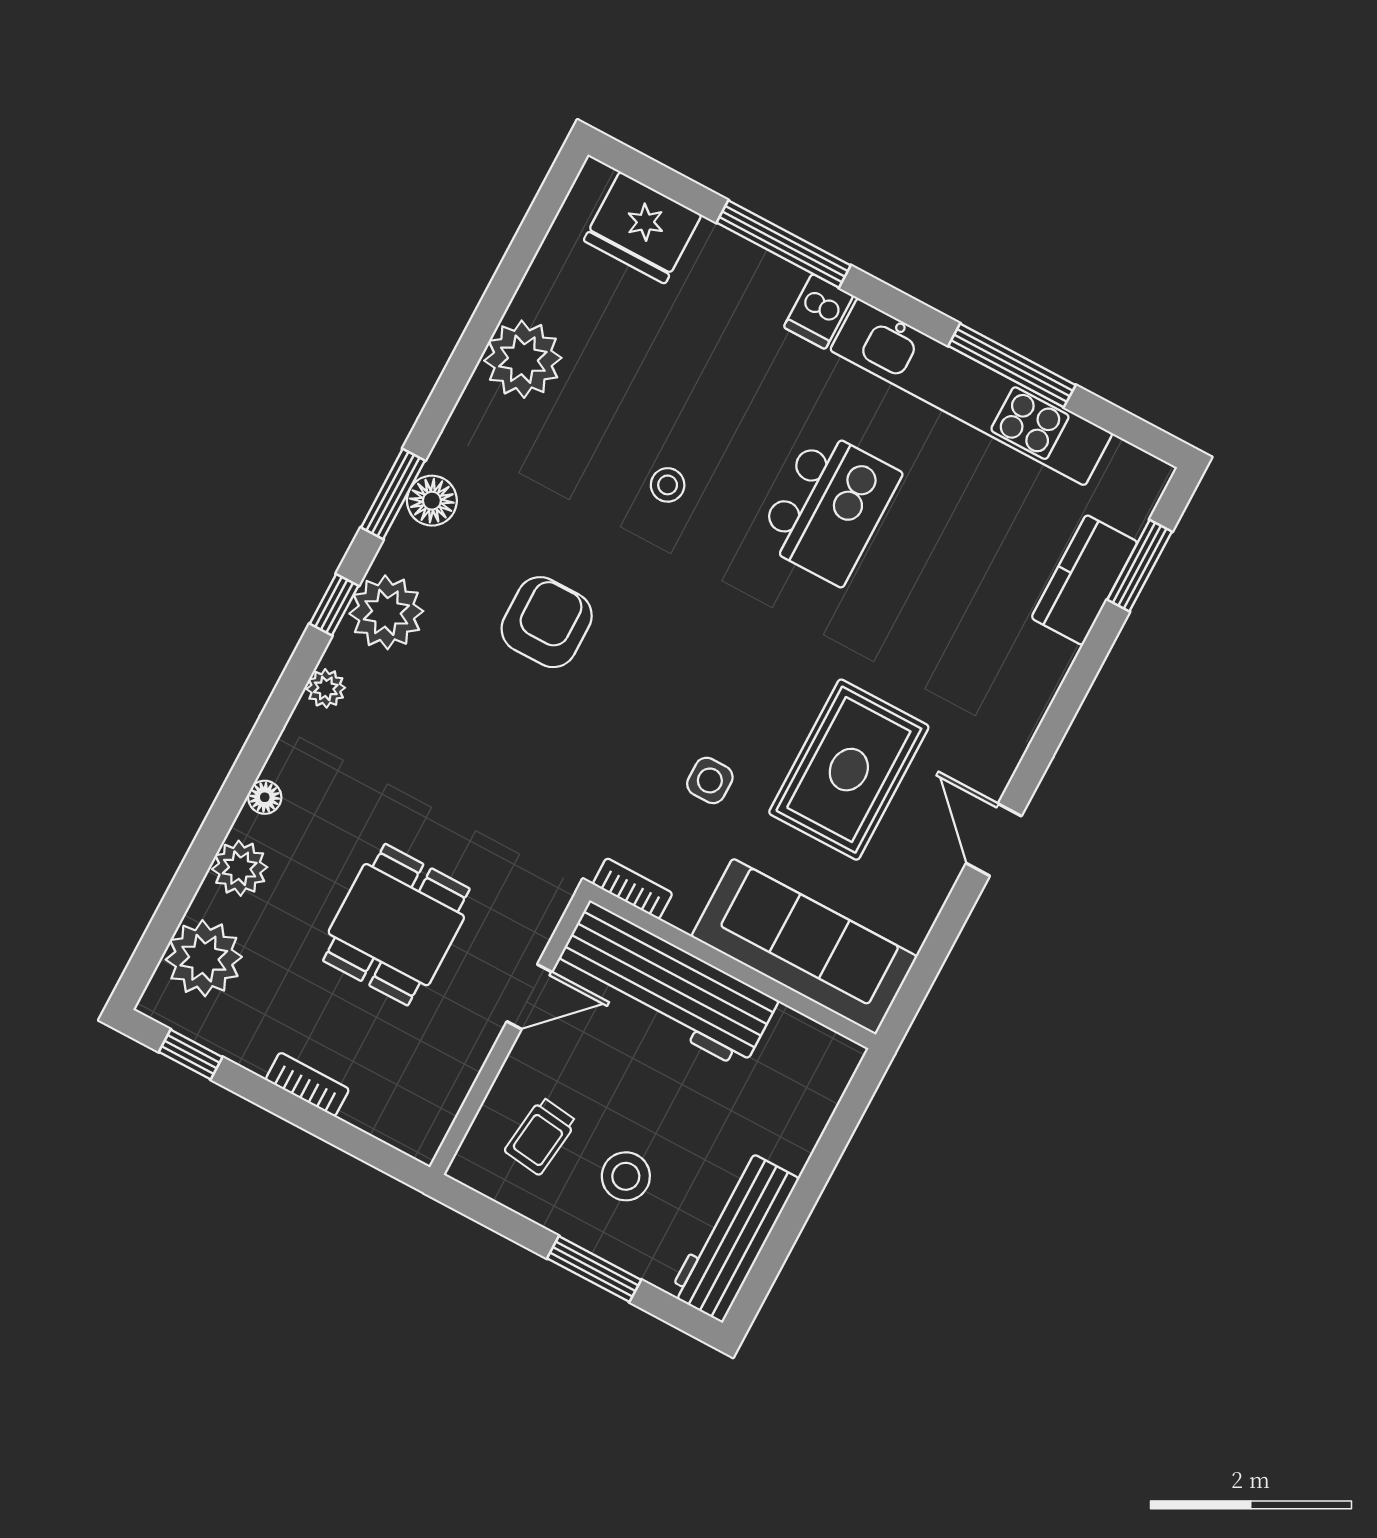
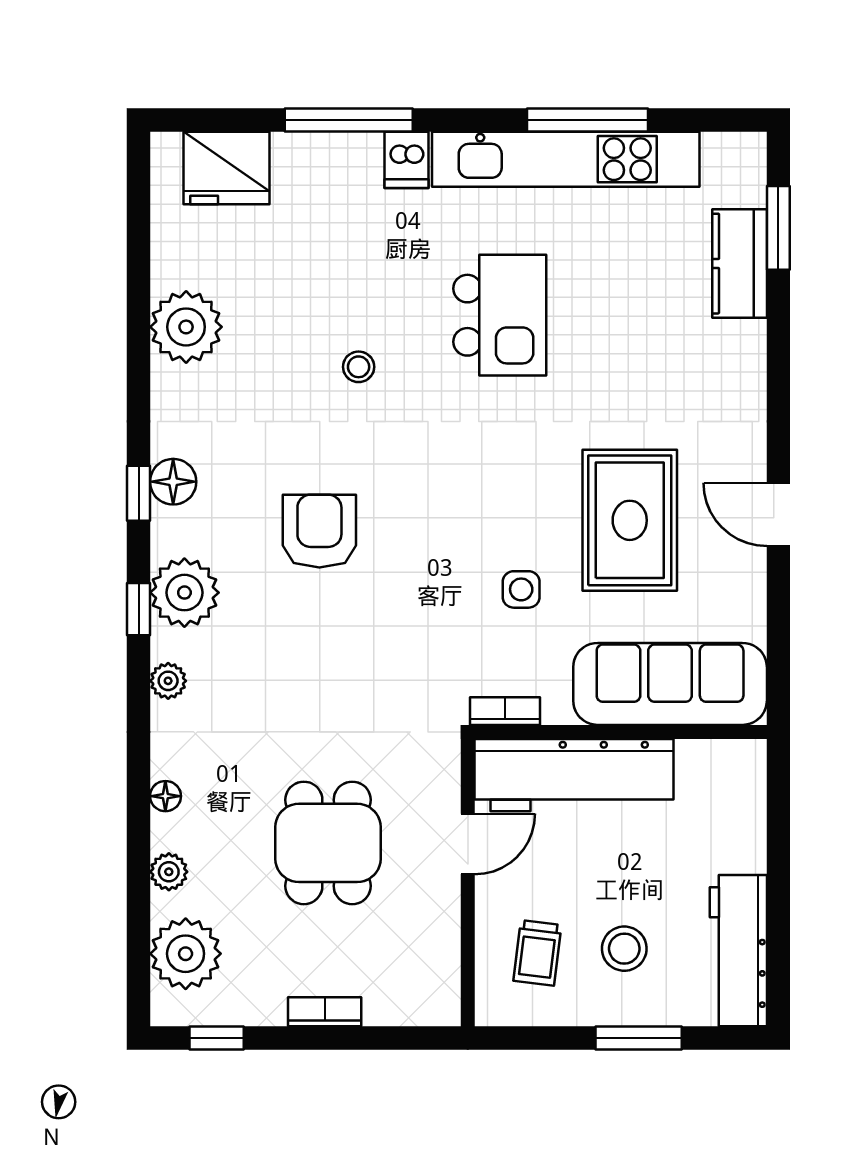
window: (393, 494) -> (139, 493), width x0.67
plant: (240, 868) -> (169, 872), width x0.73, depth x0.73

